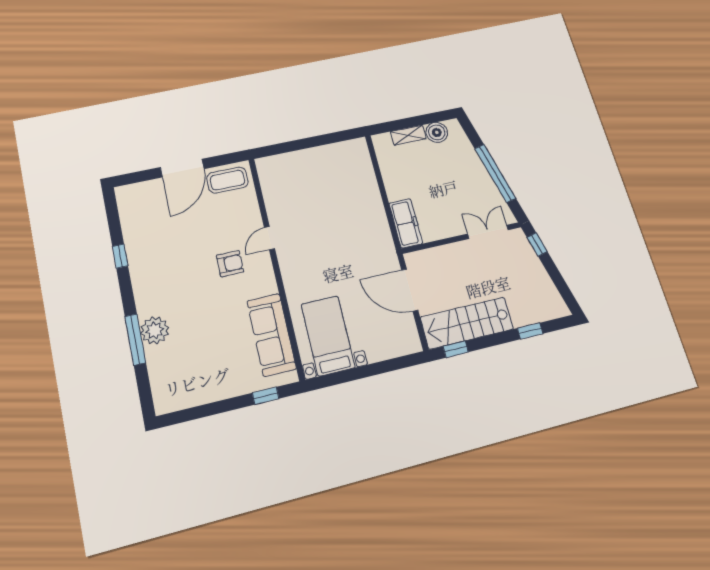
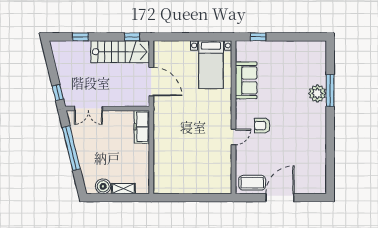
window: (120, 256) -> (330, 146), removed
sofa: (272, 335) -> (246, 80), width x0.73

